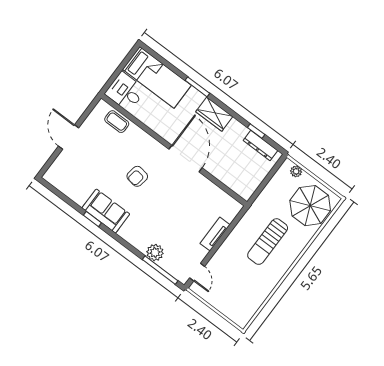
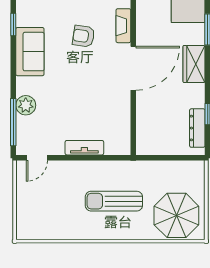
fireplace: (151, 143) -> (123, 26), added
plant: (296, 171) -> (198, 179), removed
sofa: (106, 211) -> (30, 52), moved

